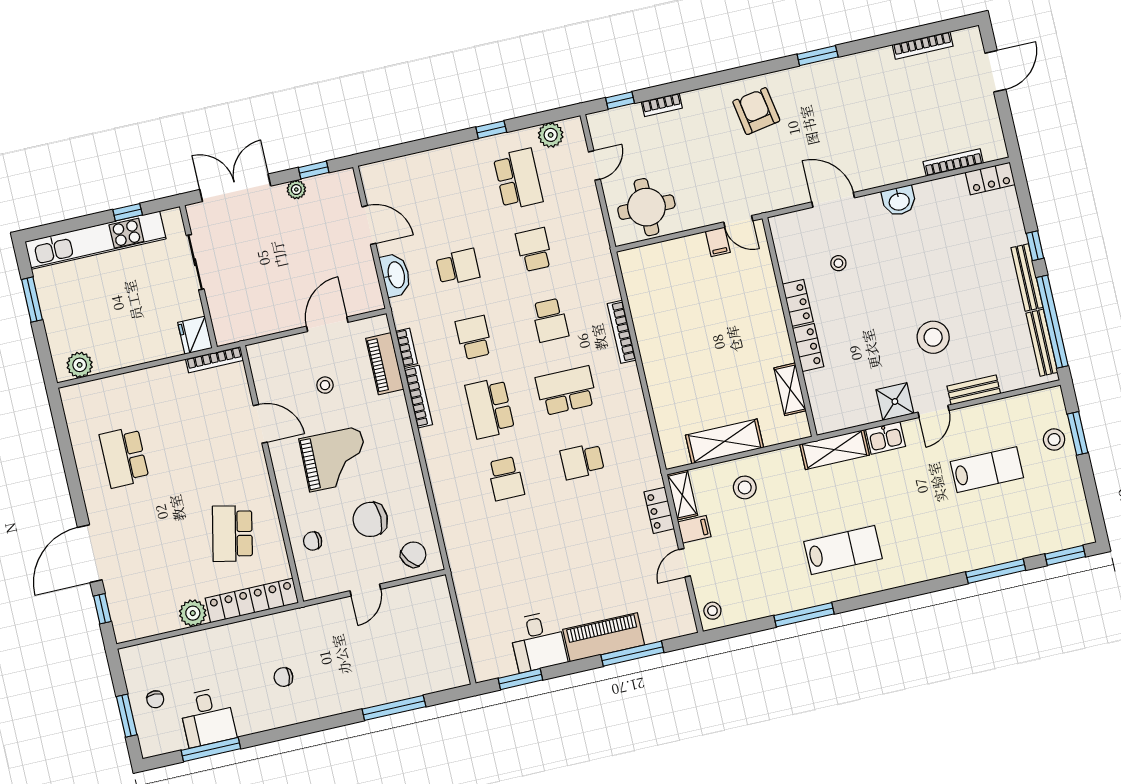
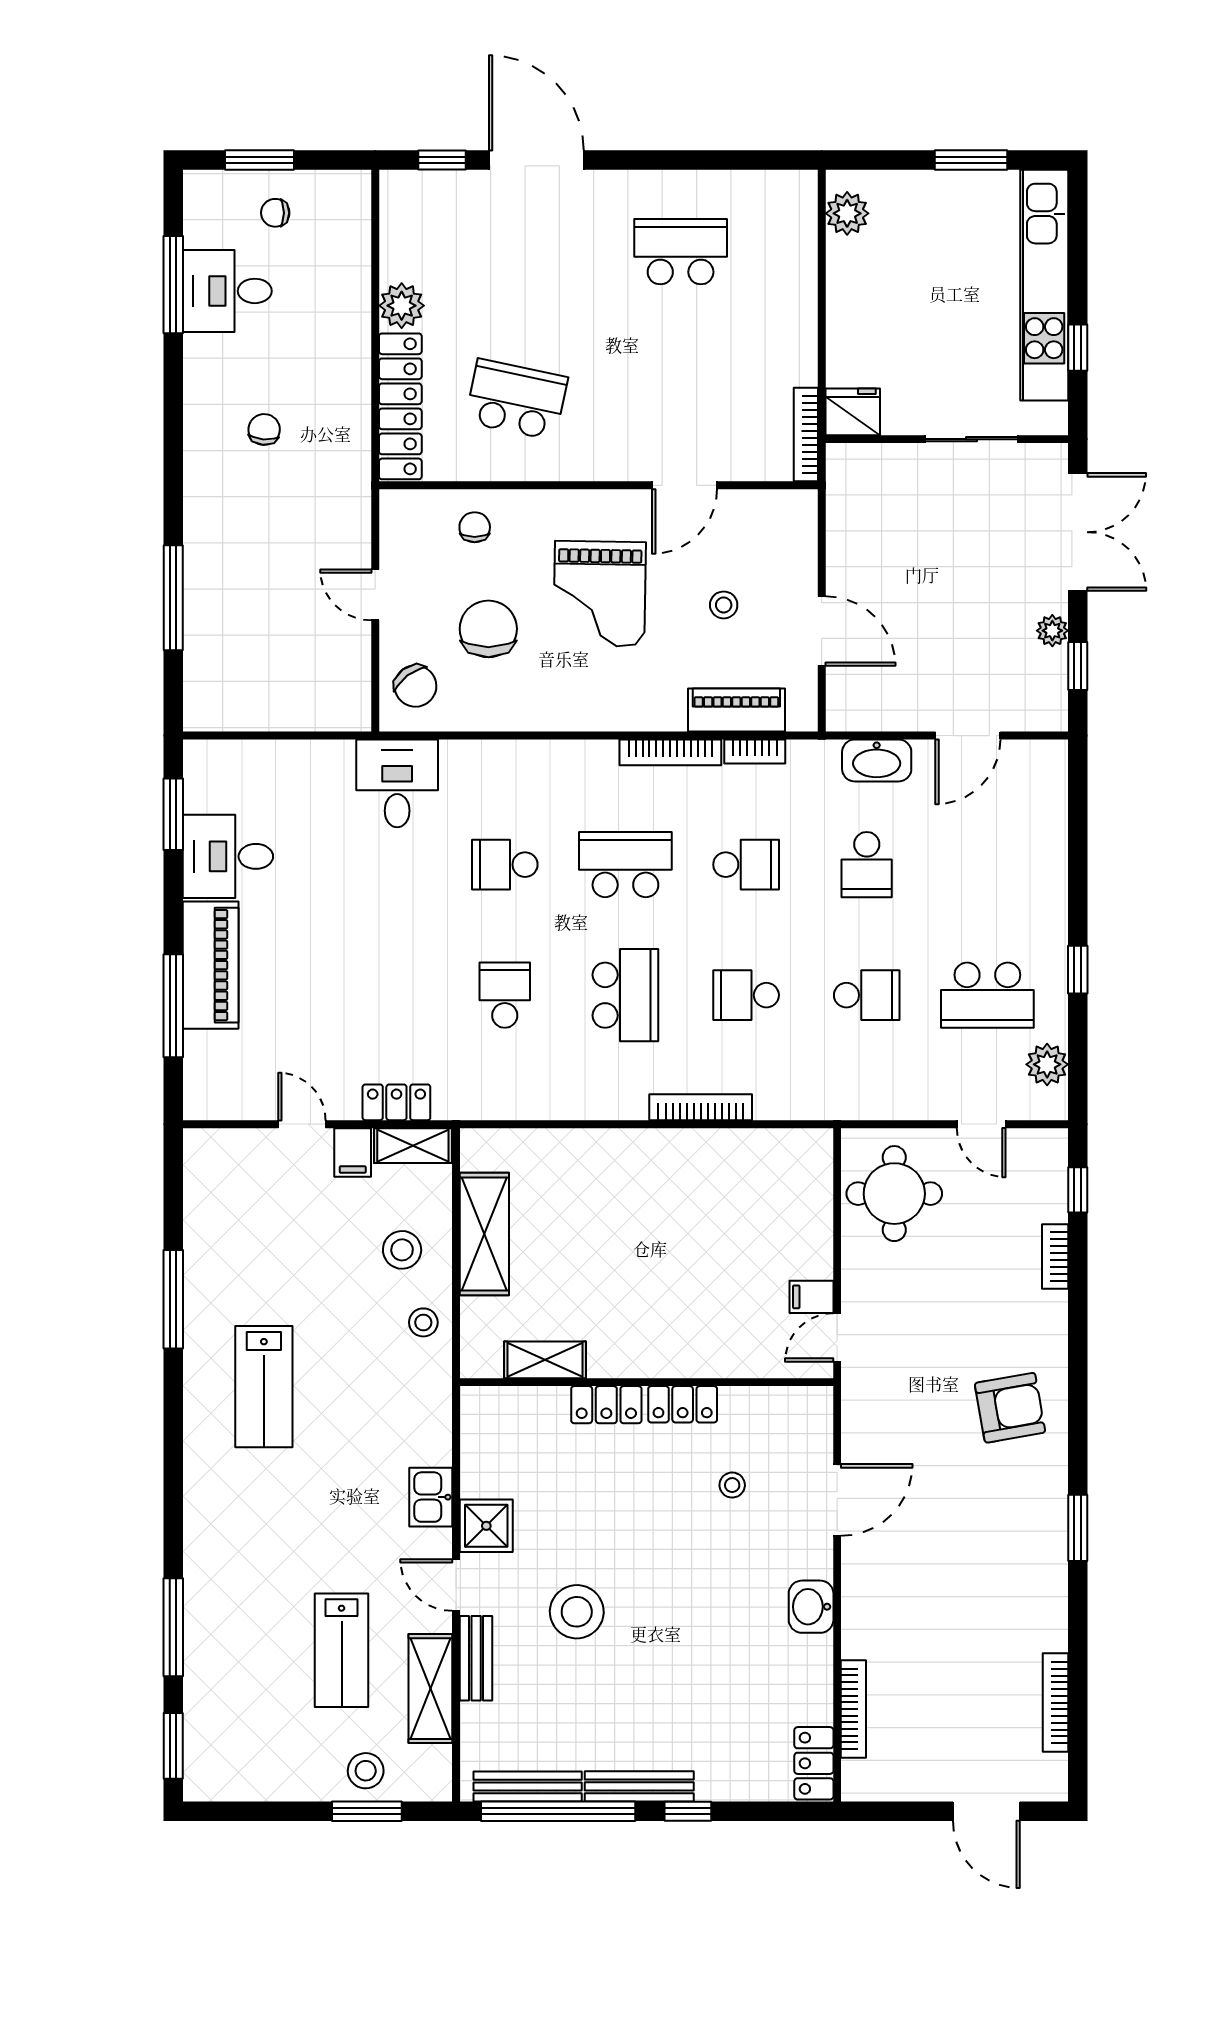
shelving: (834, 450) -> (430, 1689), moved
desk: (473, 552) -> (397, 783), added
stool: (712, 611) -> (423, 1322), moved

